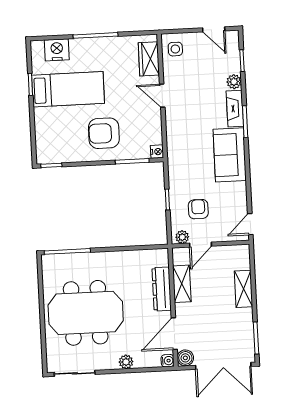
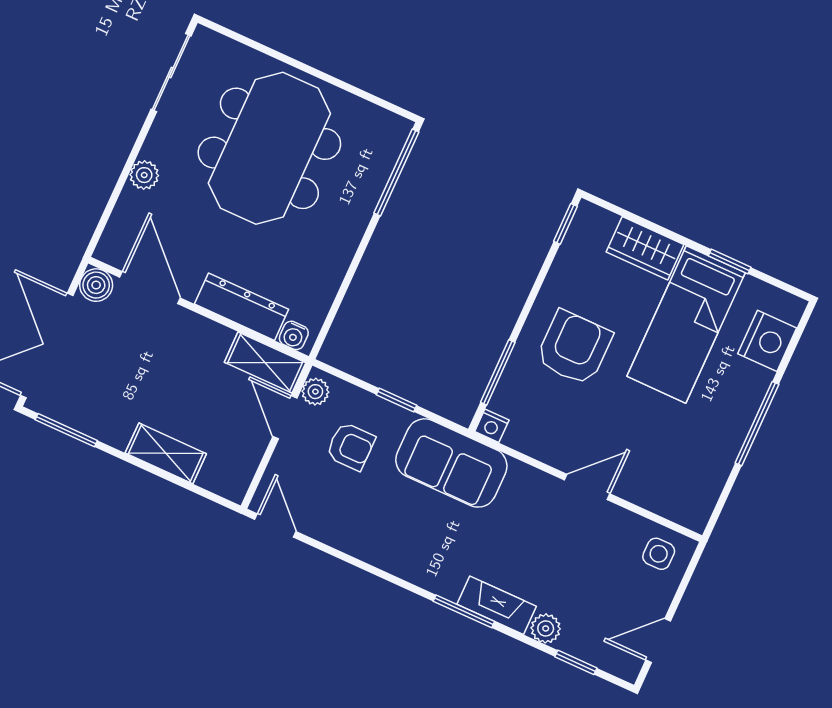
wardrobe: (149, 59) -> (645, 248), moved, turned 180
sofa: (230, 155) -> (451, 463), moved, turned 180
shelving: (182, 284) -> (265, 362), moved
water cooler: (168, 361) -> (294, 335), moved

